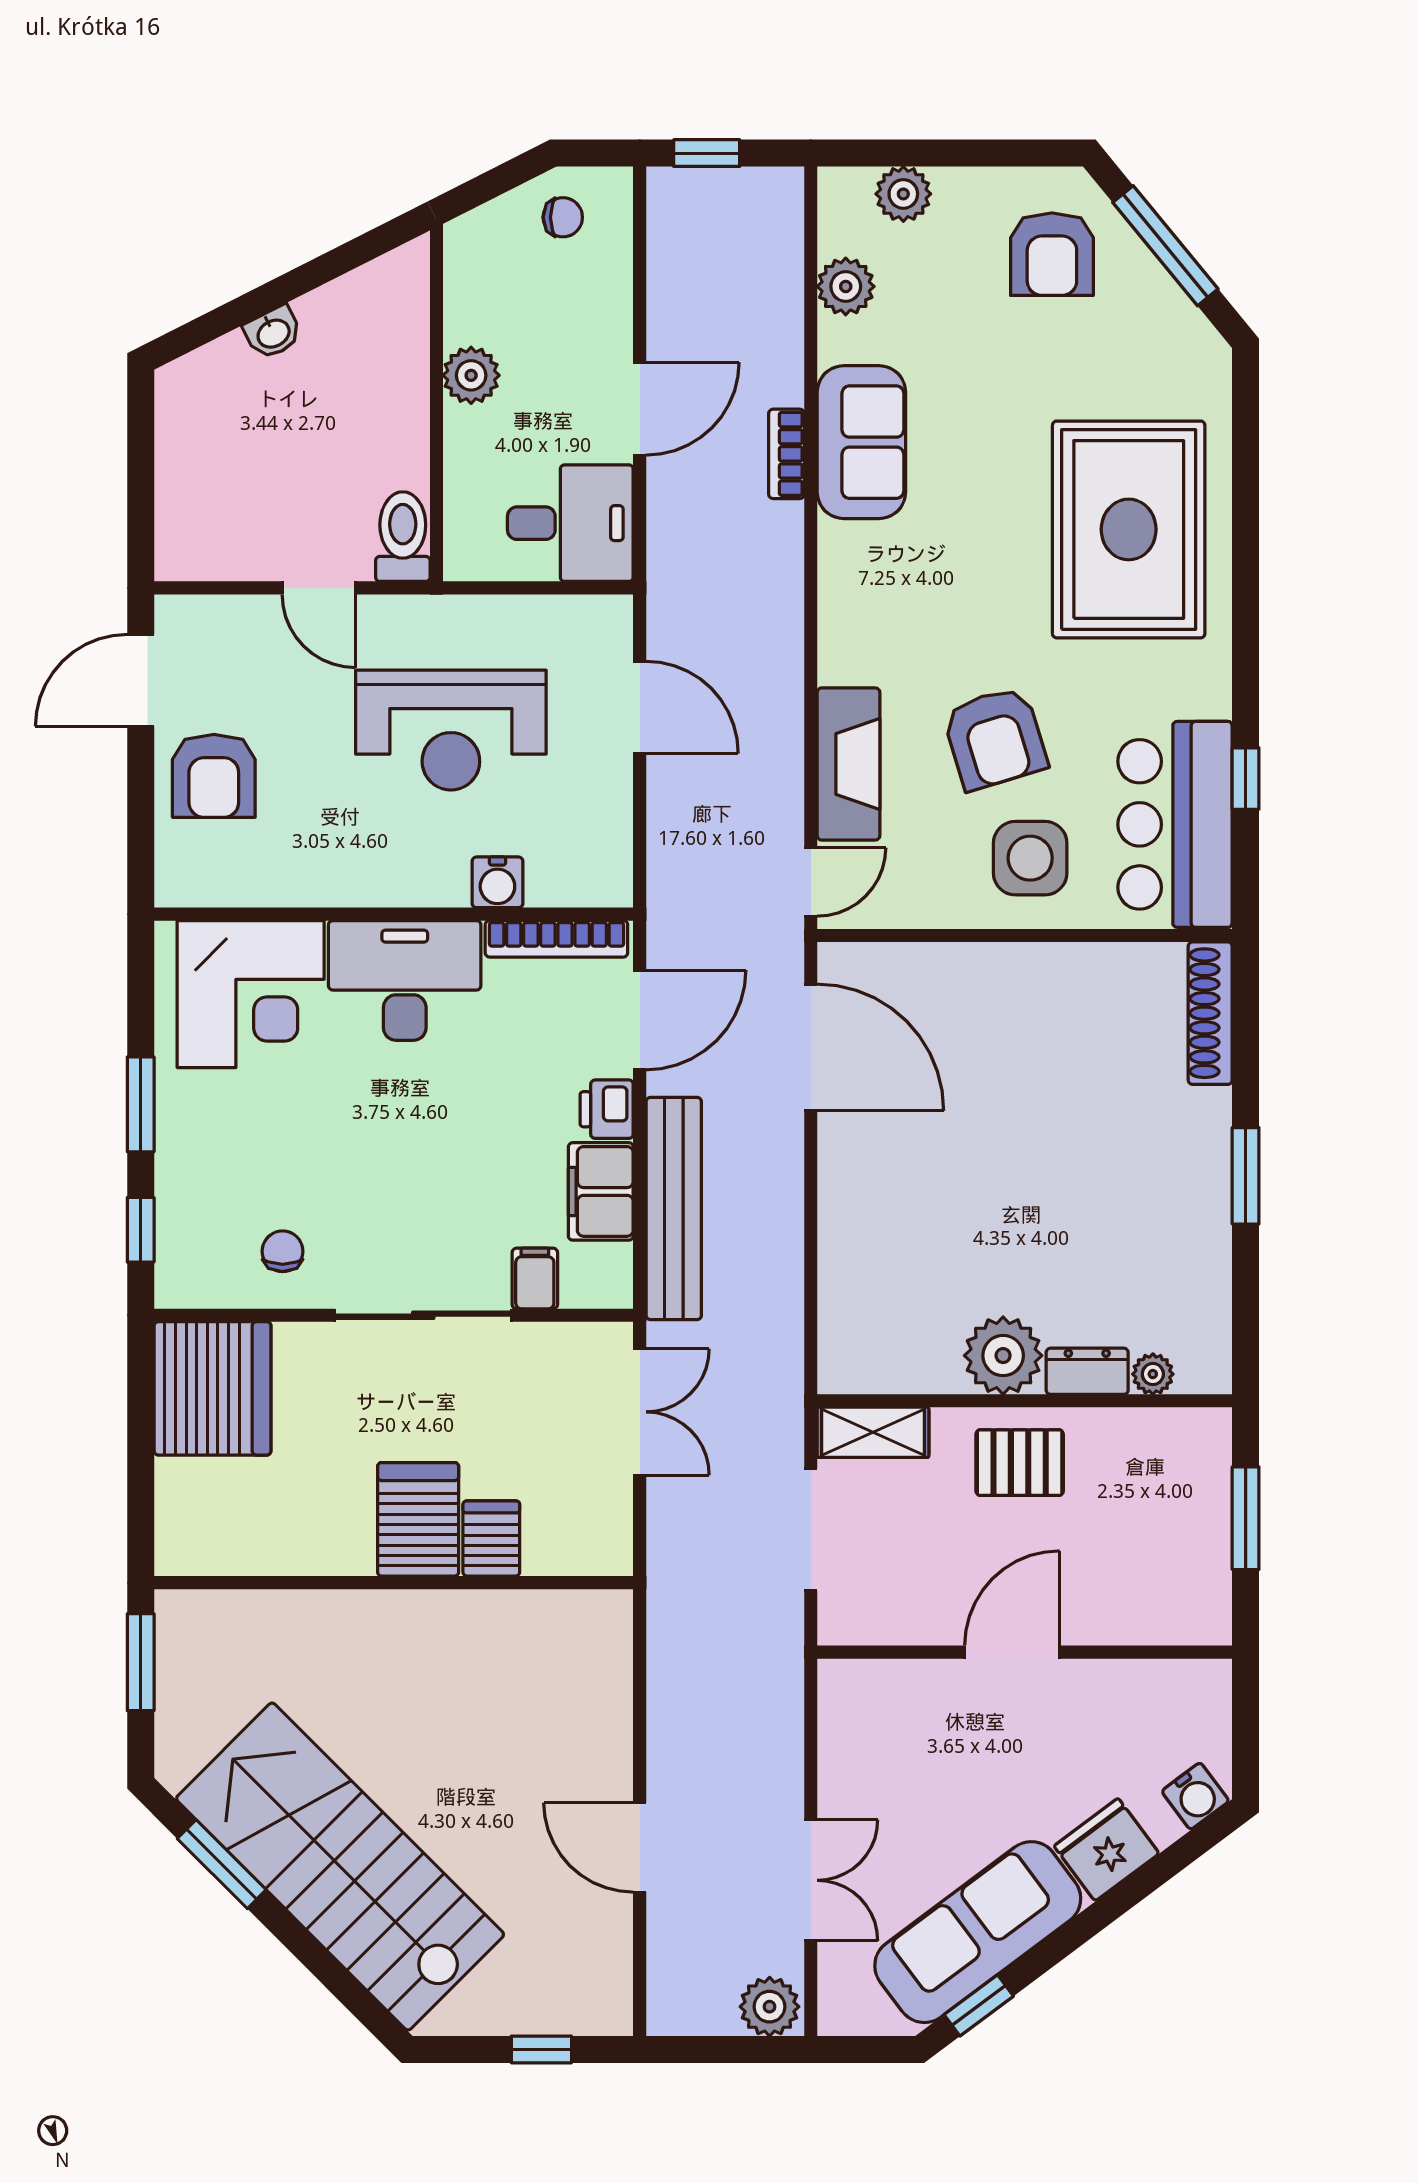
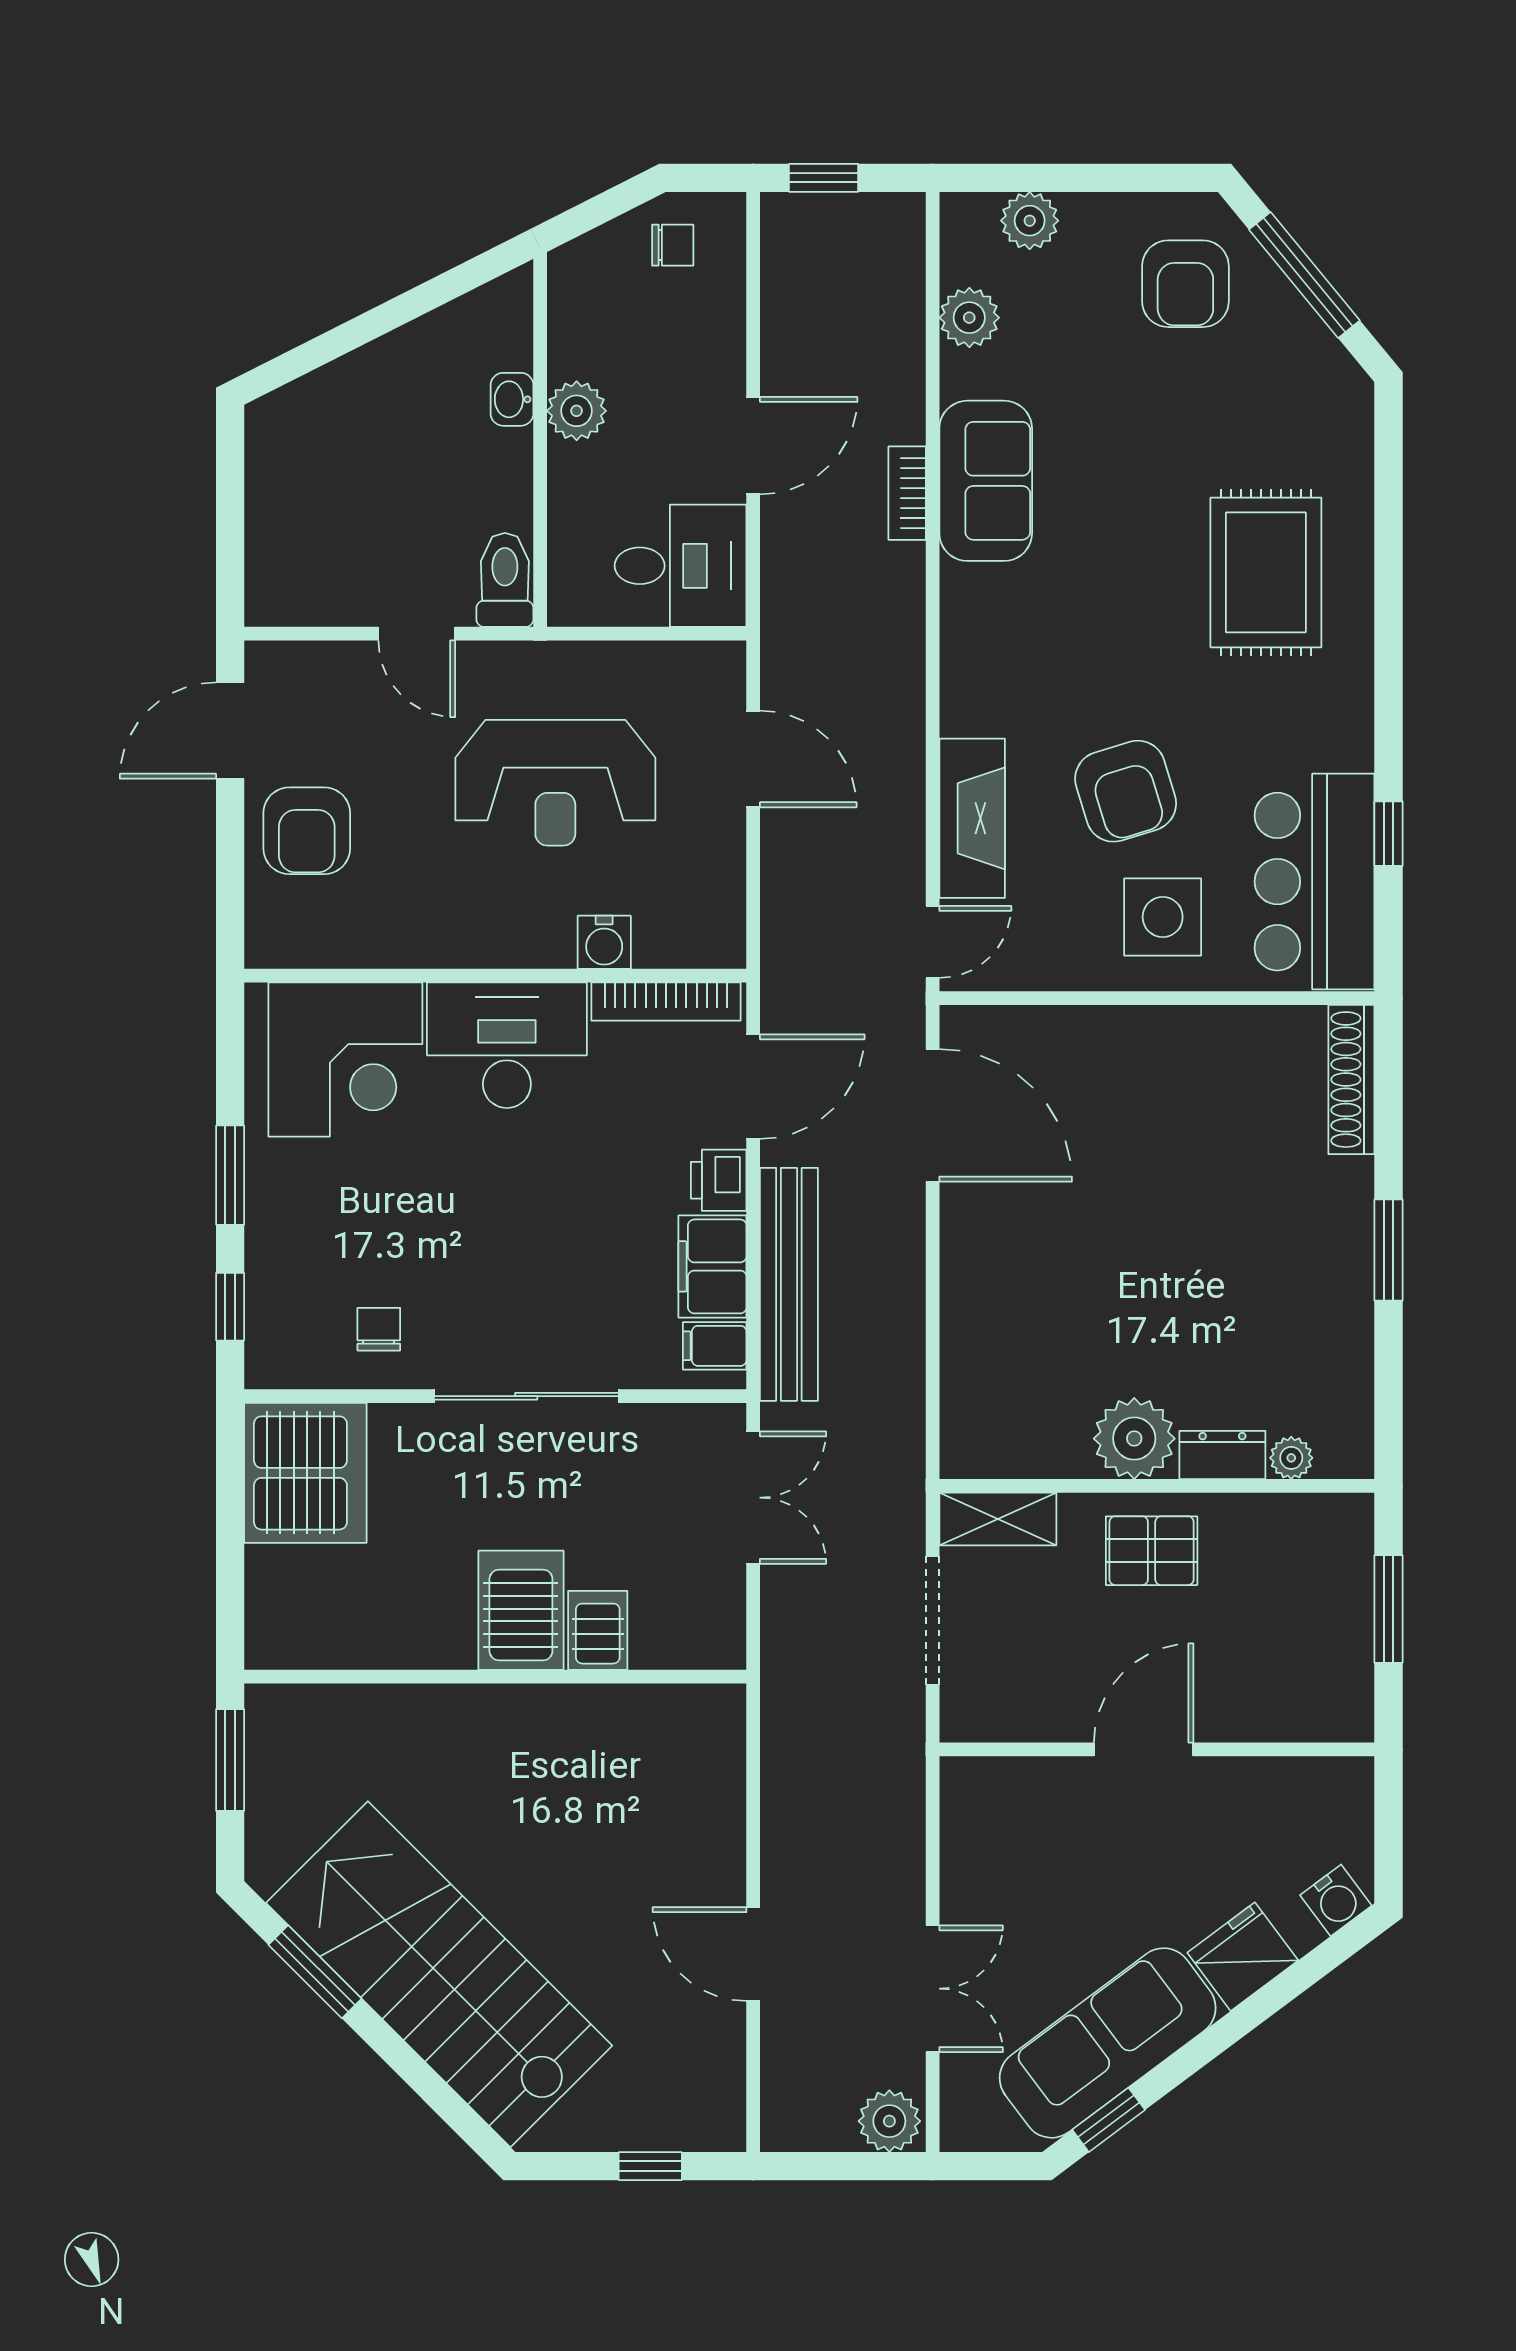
washbasin: (273, 333) -> (512, 399), moved, turned 117
rug: (1129, 529) -> (1266, 572), width x0.73, depth x0.69
filing cabinet: (535, 1279) -> (715, 1346), moved, turned -90

